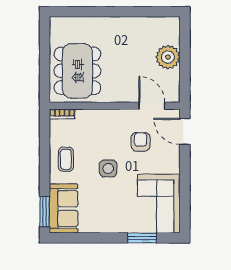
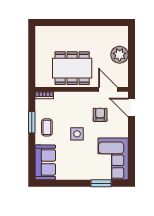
dining table: (77, 71) -> (72, 68), moved, turned 90
window: (45, 212) -> (32, 122), moved

